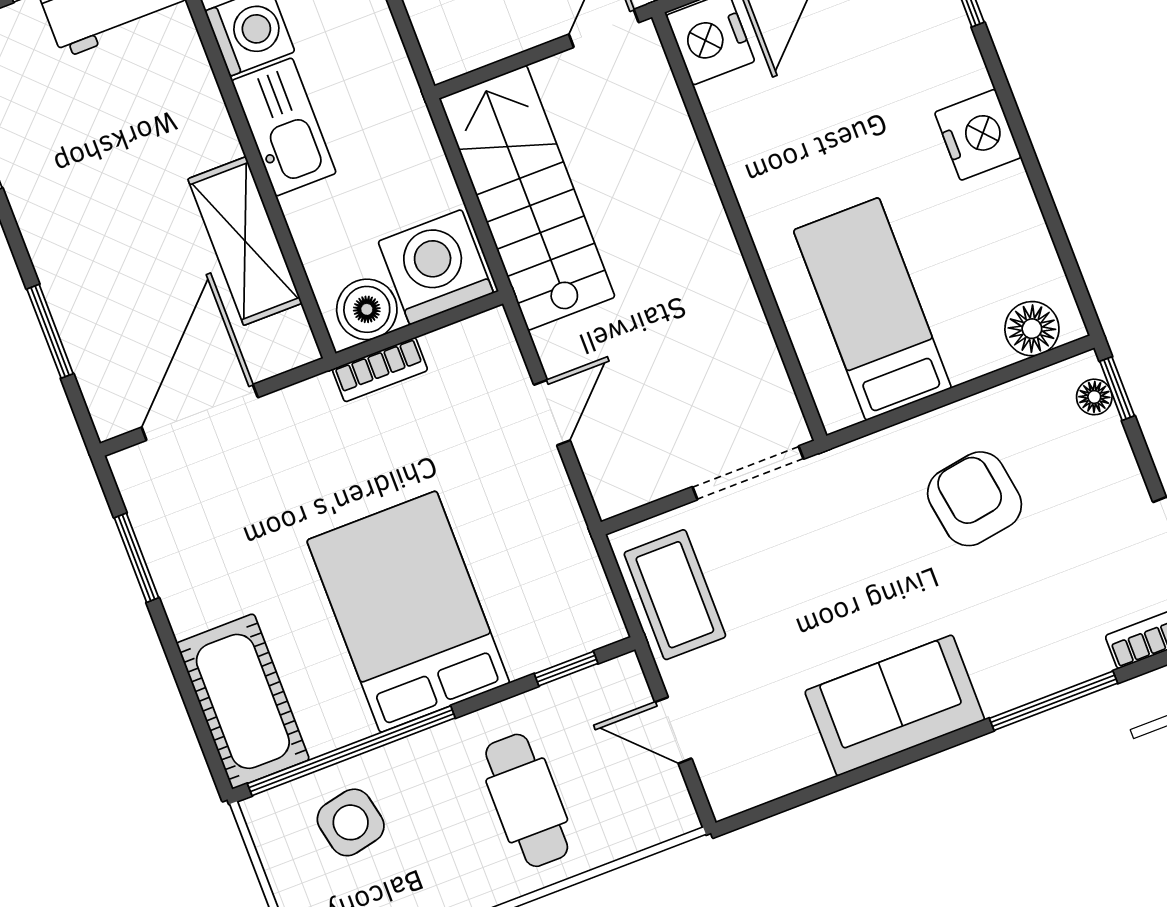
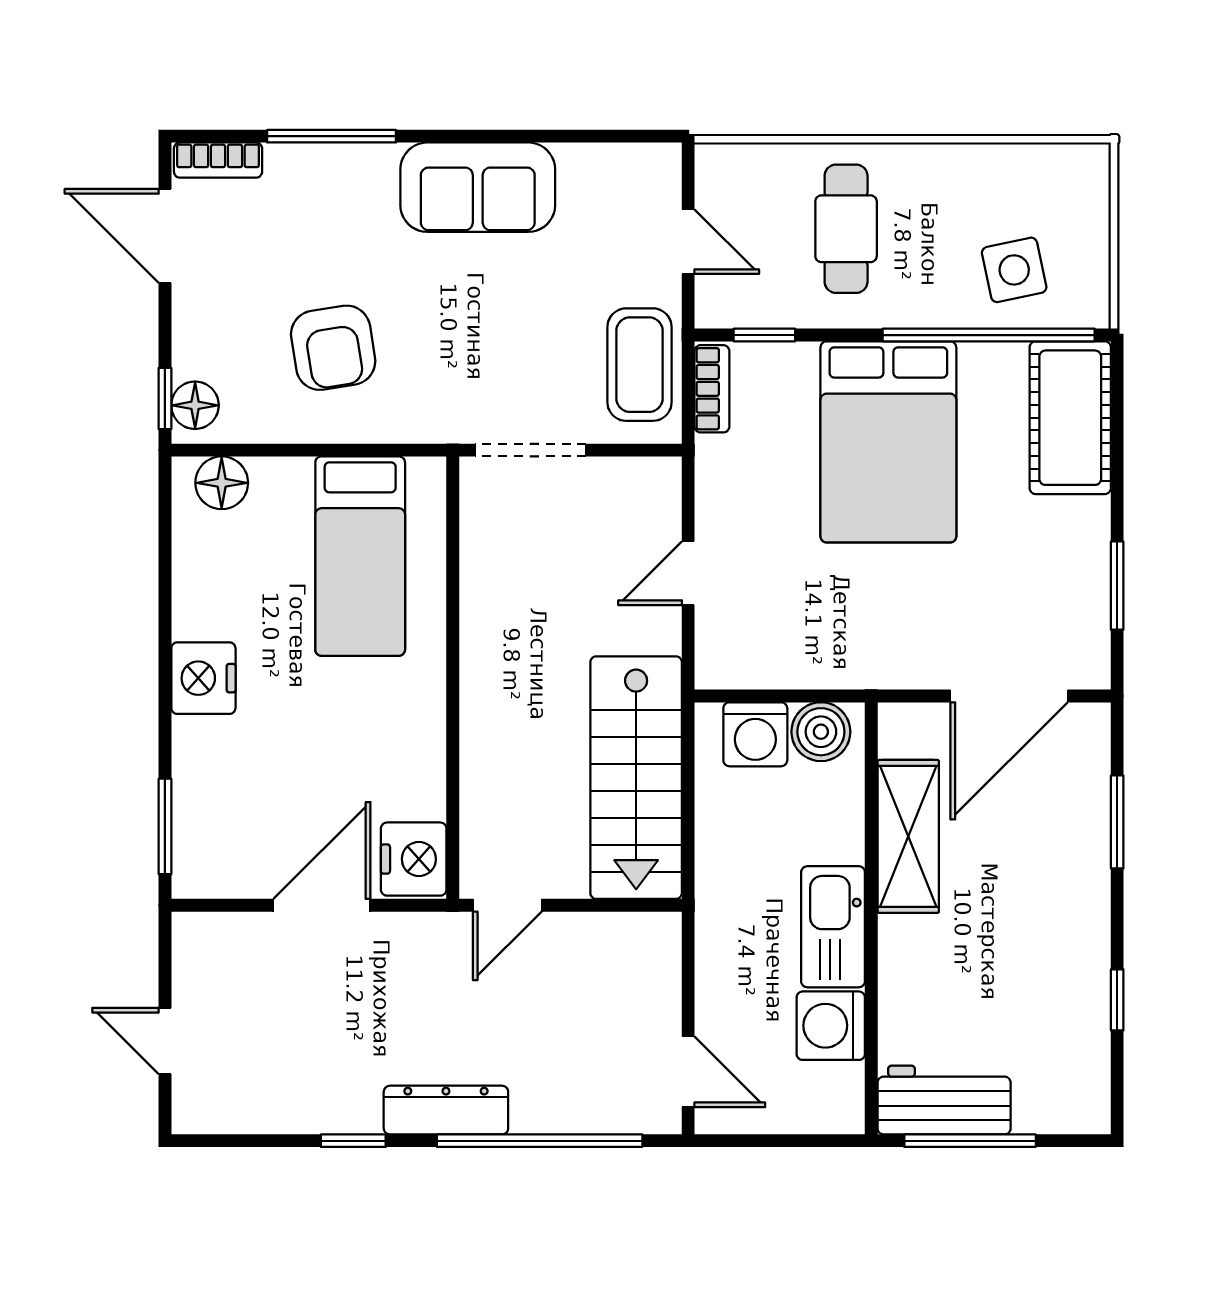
washing machine: (436, 267) -> (755, 734), width x0.73, depth x0.73
bookcase: (380, 370) -> (712, 389), moved, turned 90
floor lamp: (1094, 397) -> (195, 405), width x1.37, depth x1.37

